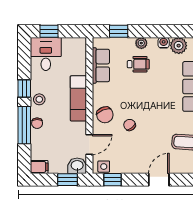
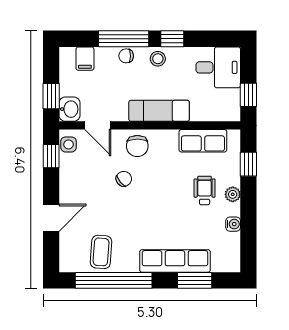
window: (49, 31) -> (248, 95), moved
plant: (179, 46) -> (229, 244), removed
wheelchair: (138, 64) -> (205, 190), turned 180
chair: (105, 115) -> (137, 146), turned -68
filing cabinet: (39, 167) -> (85, 59), moved
door: (159, 180) -> (51, 218), hinge flipped

